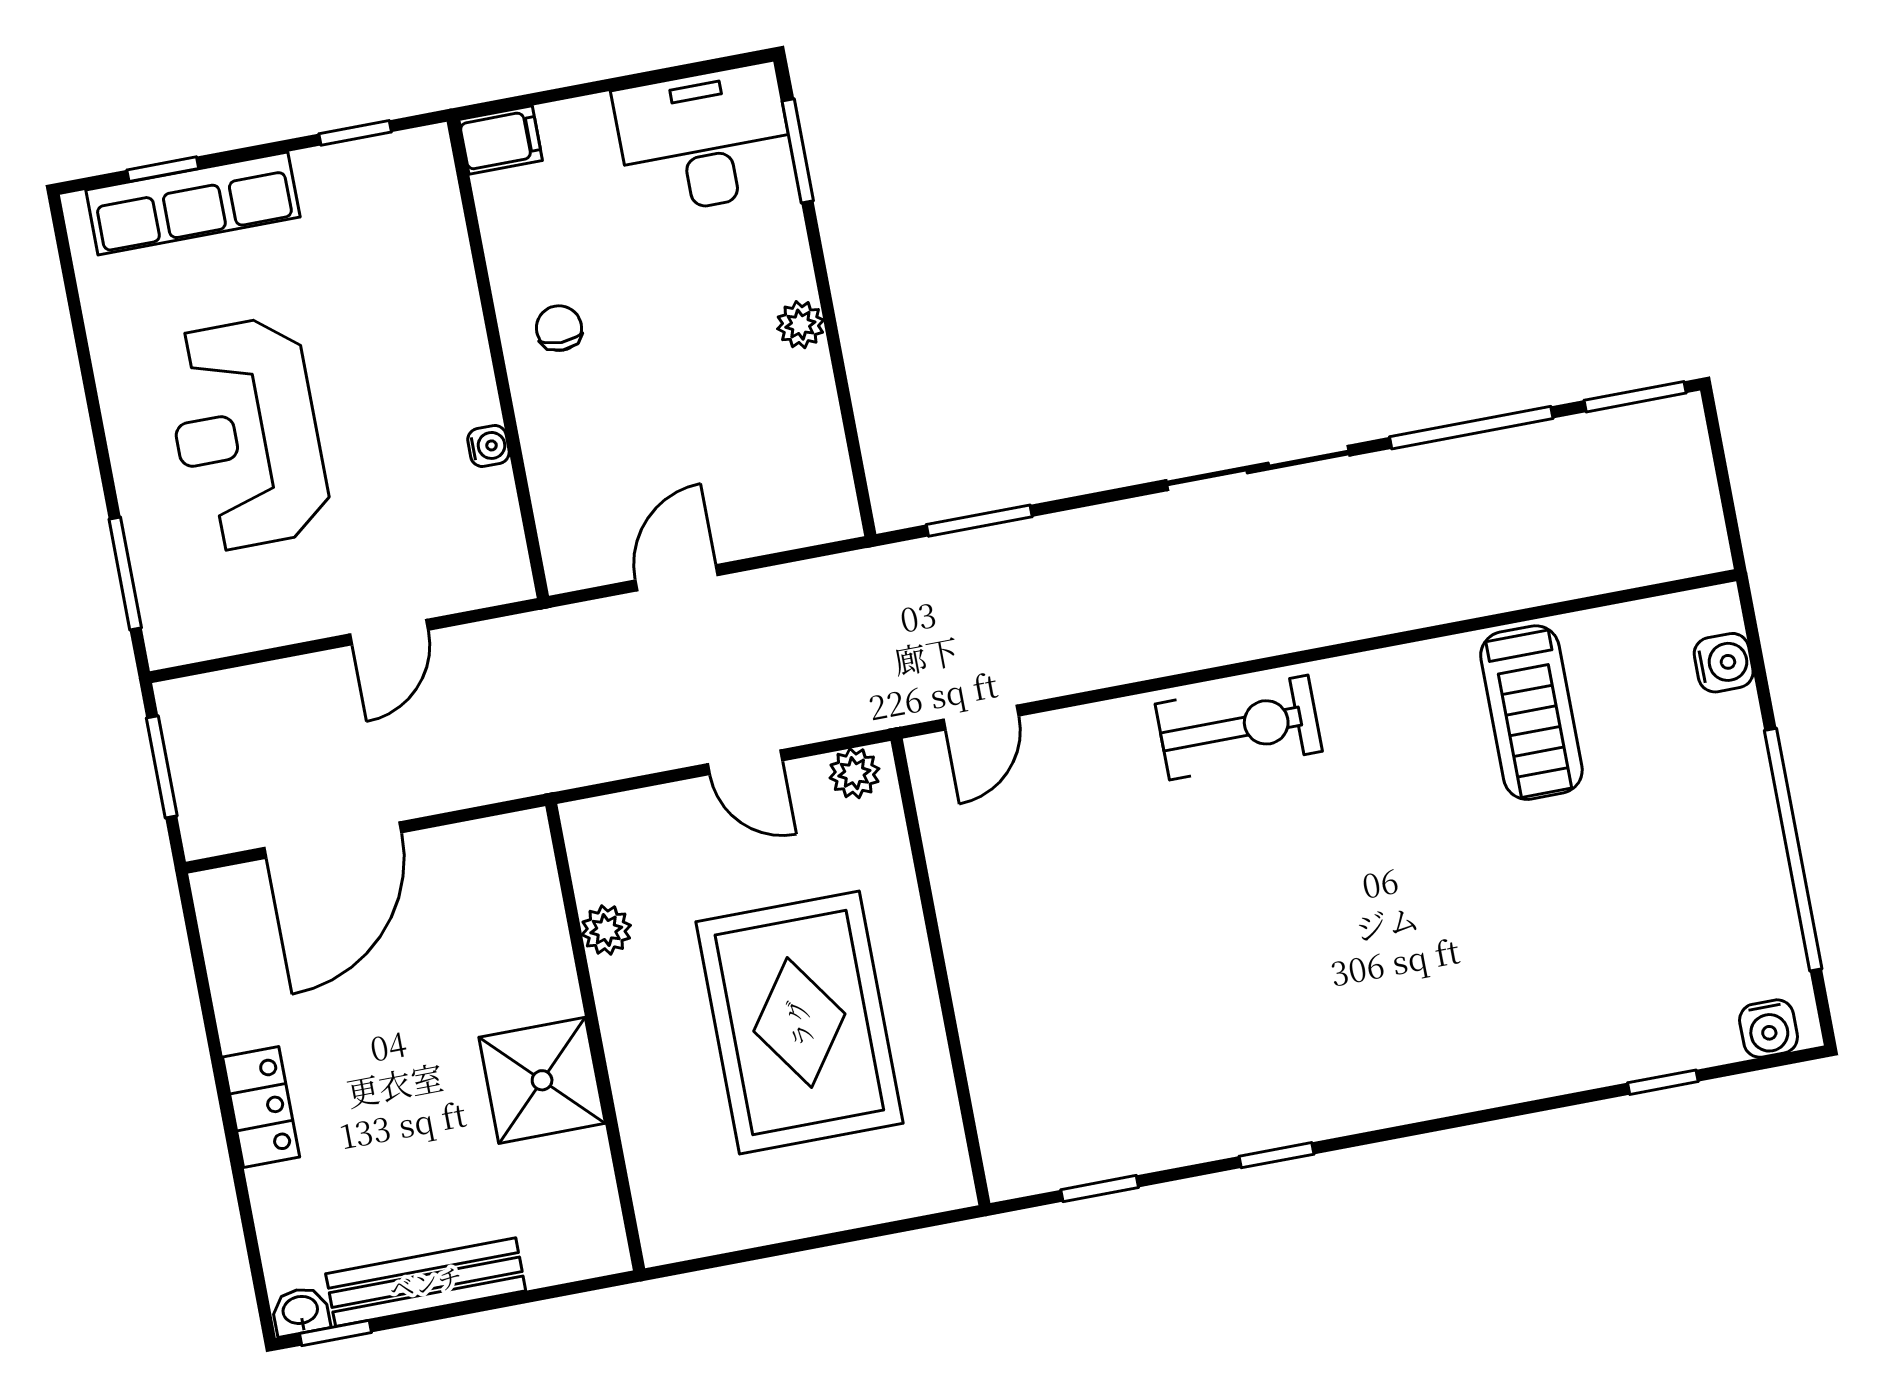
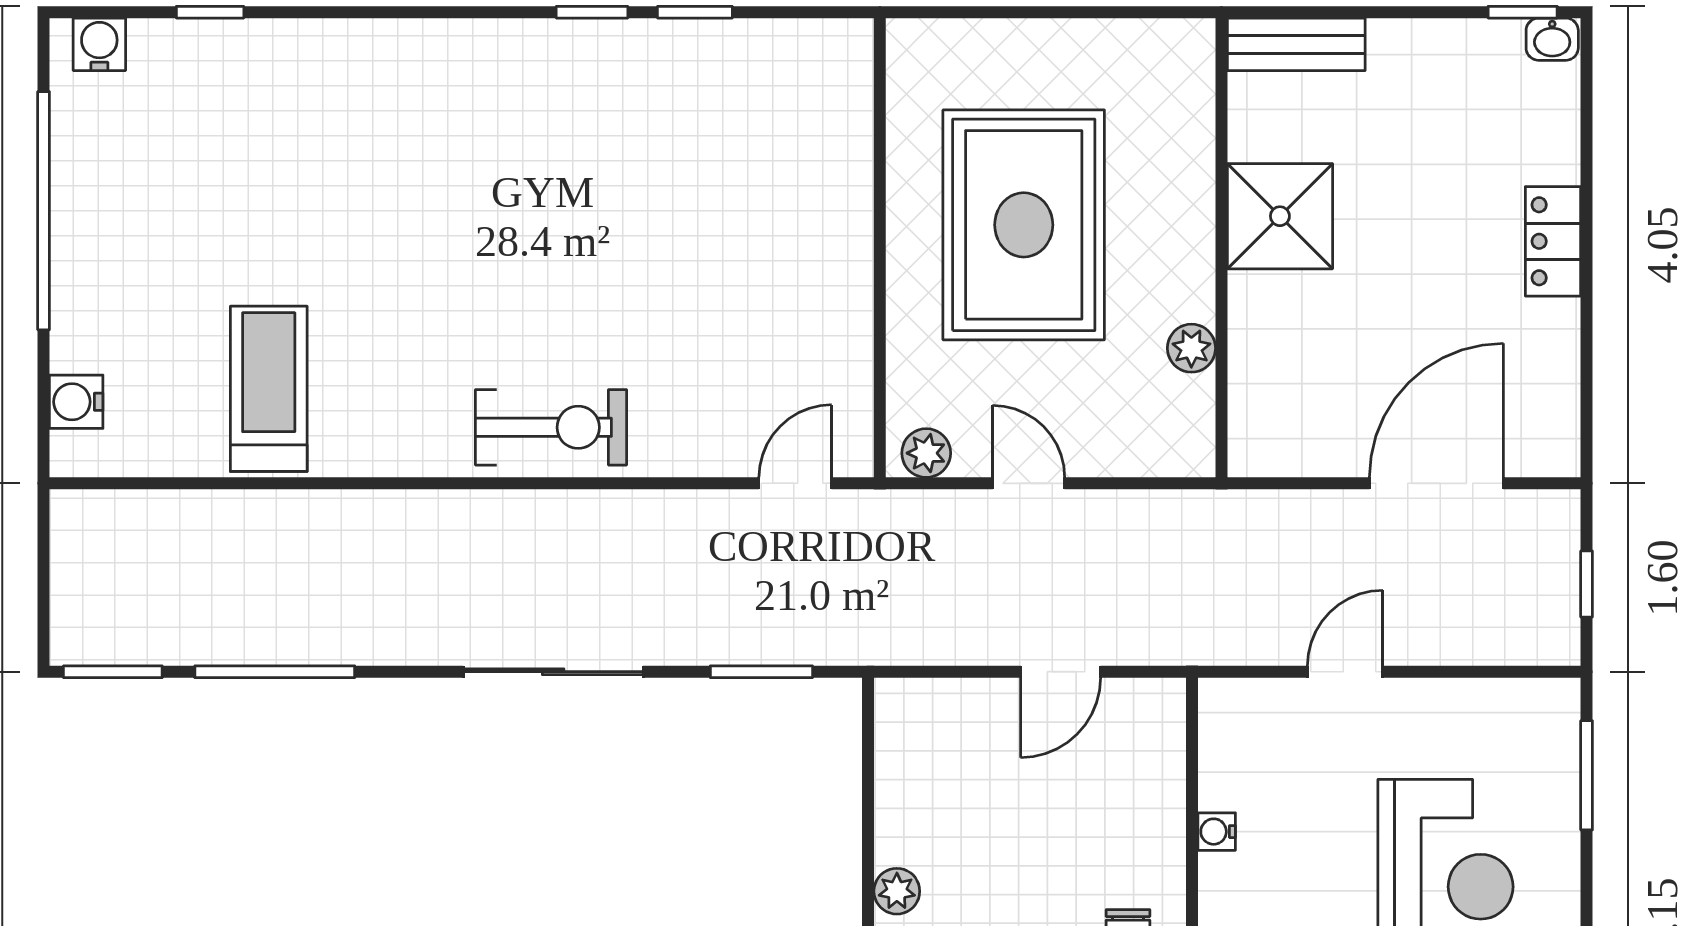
sliding door: (1258, 468) -> (553, 672), moved
exercise bike: (1239, 728) -> (551, 427), turned 180
window: (162, 767) -> (1587, 584), width x0.67
window: (1100, 1189) -> (695, 12), moved
bench: (426, 1282) -> (1296, 44), moved, width x0.73

